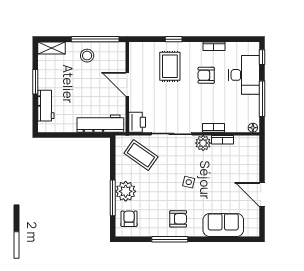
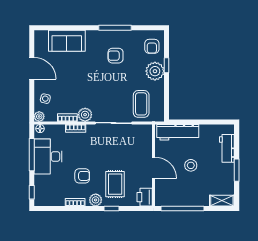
plant: (191, 49) -> (96, 200), added
stool: (87, 56) -> (191, 165), moved
desk: (244, 75) -> (48, 156), moved
printer: (137, 122) -> (145, 197), moved
plant: (254, 141) -> (39, 116), added
coffee table: (141, 155) -> (141, 104), turned 55
side table: (189, 182) -> (45, 99), moved
window: (113, 198) -> (167, 65), width x0.46
armchair: (178, 219) -> (116, 56), moved

